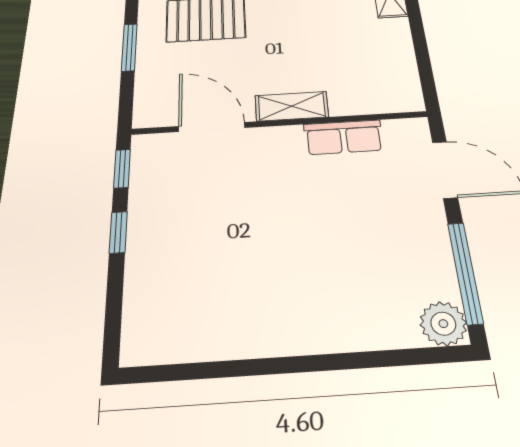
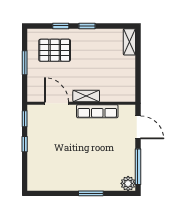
row of seats: (343, 137) -> (97, 111), width x1.48
window: (328, 362) -> (91, 193), added

